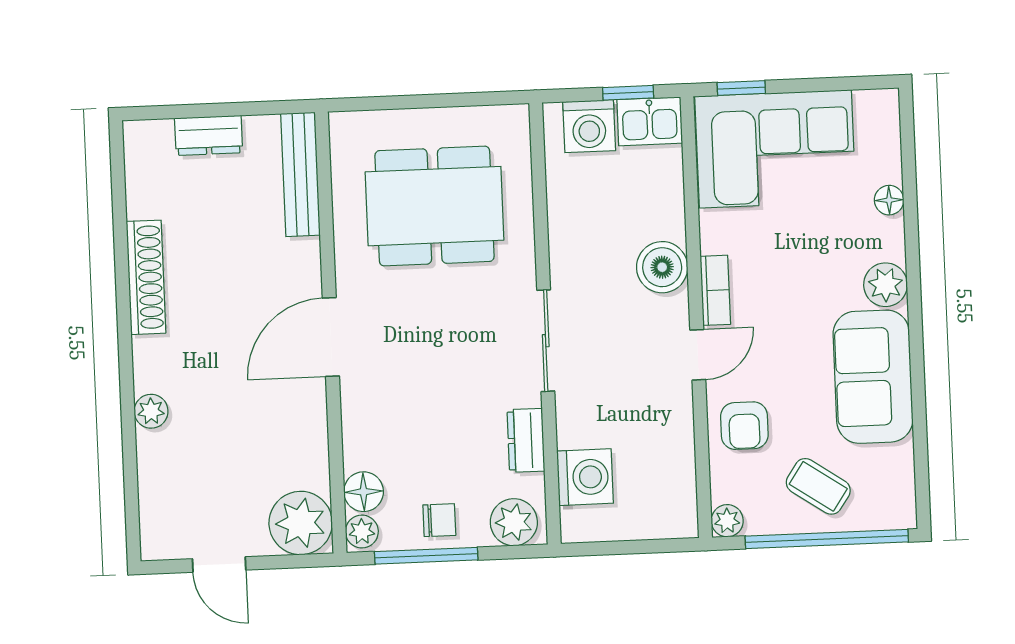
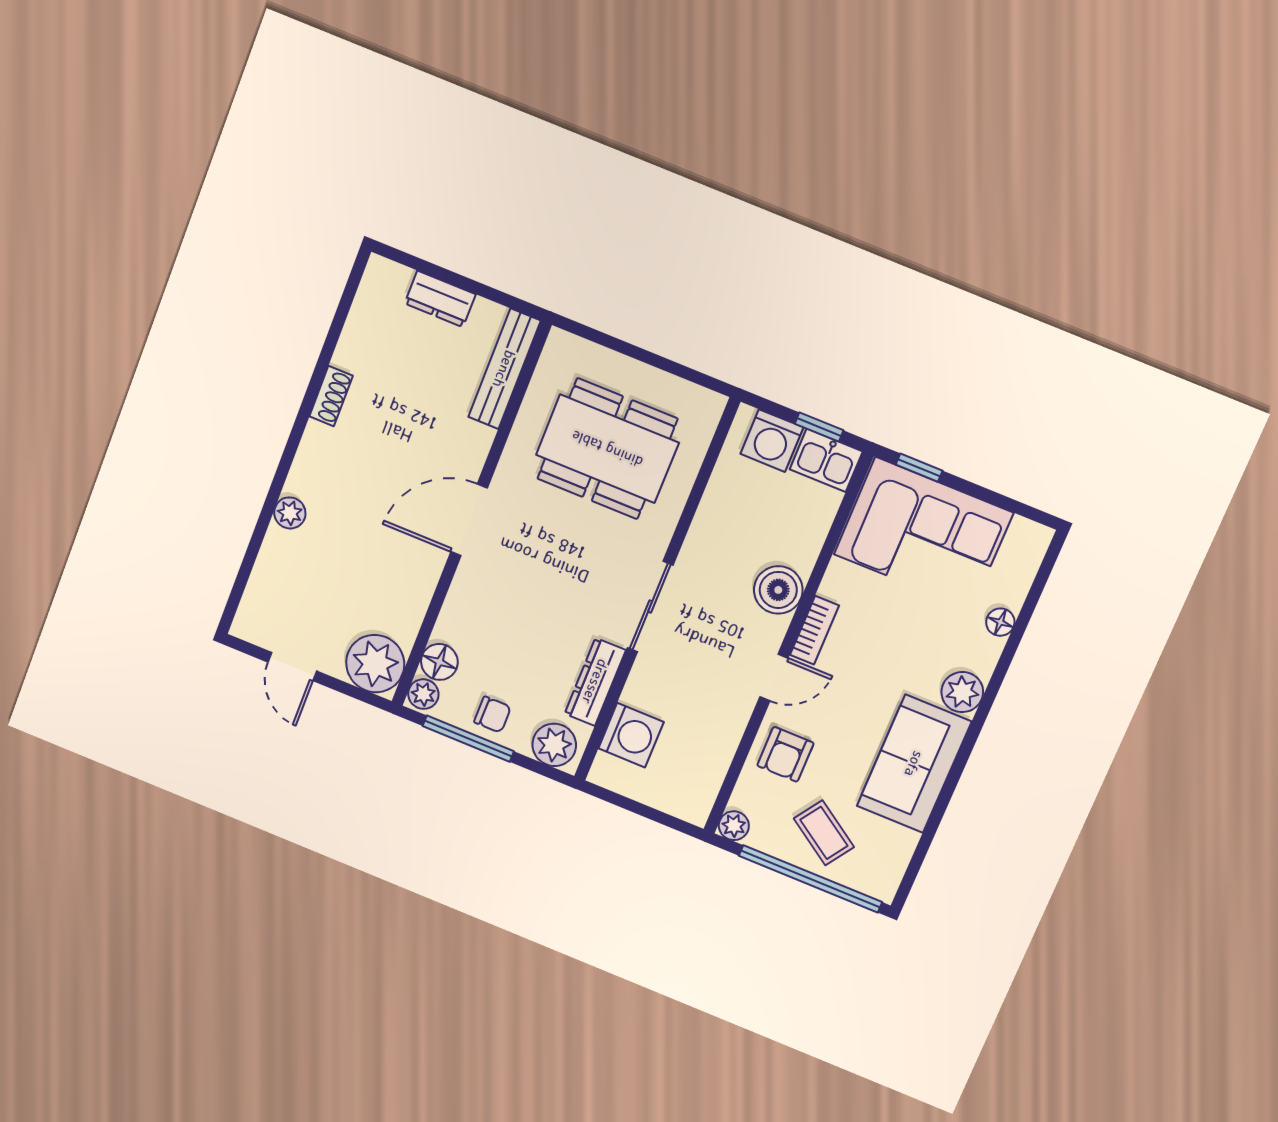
shoe rack: (146, 277) -> (331, 396), width x0.51, depth x0.81
dresser: (526, 440) -> (595, 682), width x1.44

